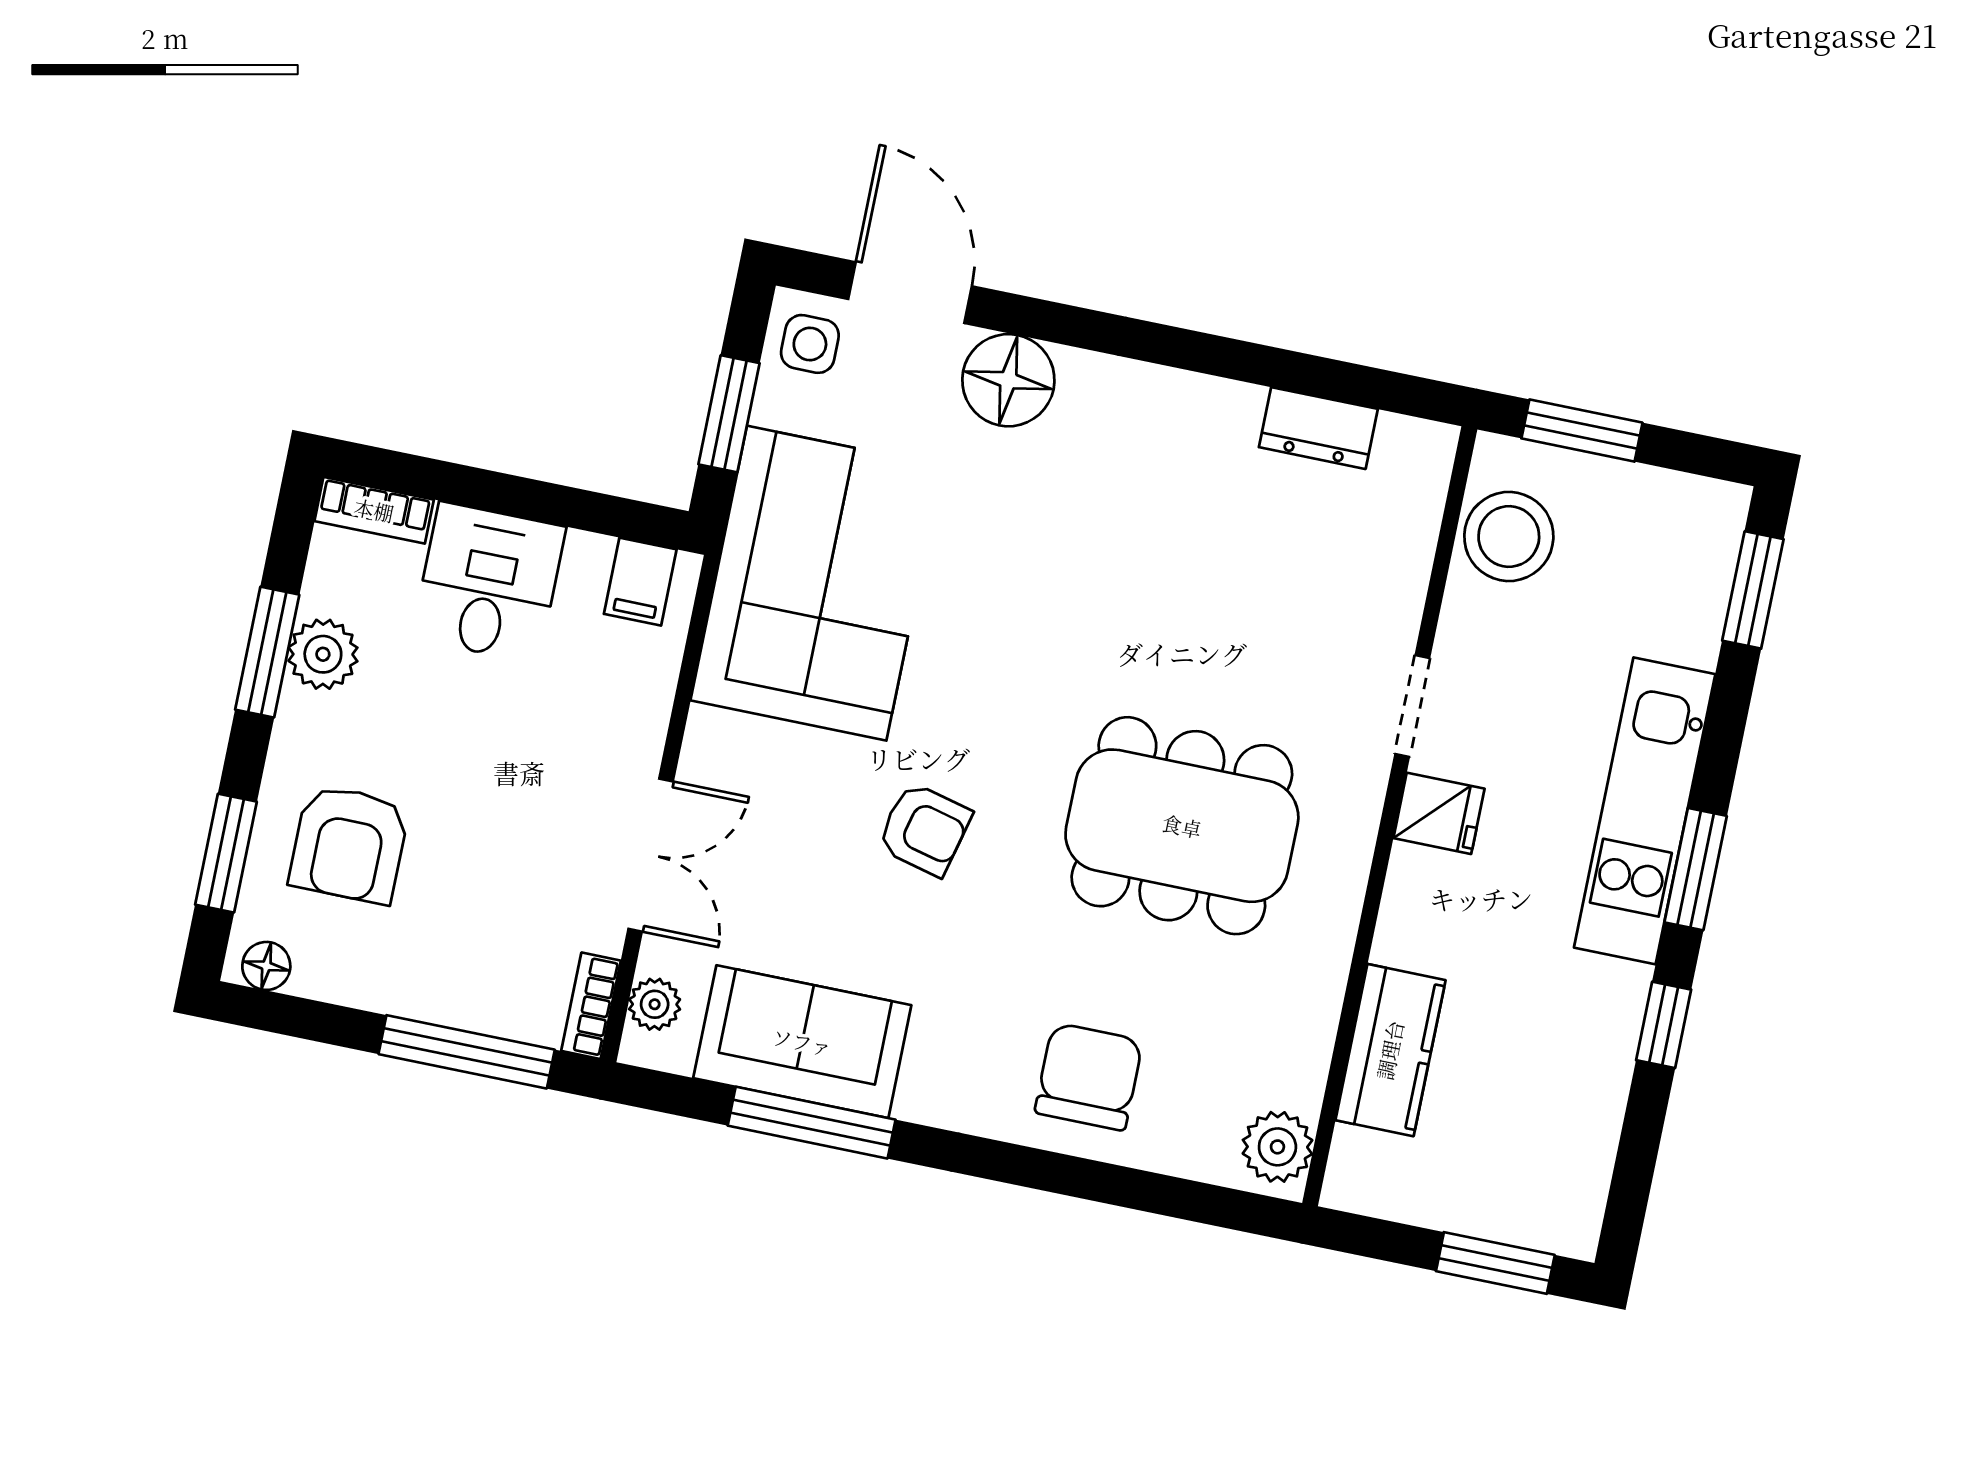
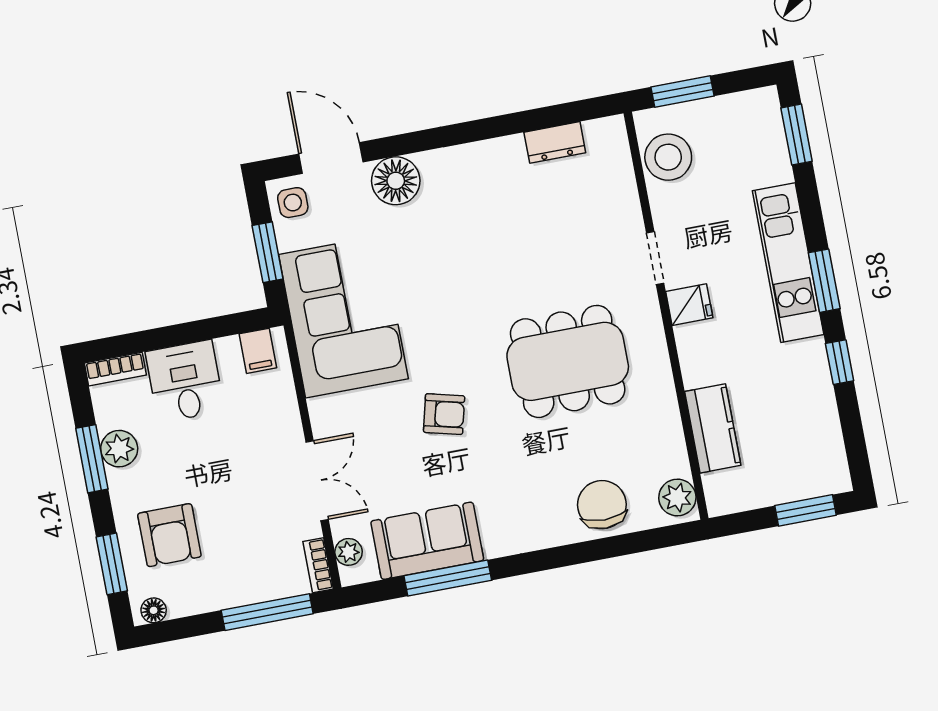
chair: (1089, 1077) -> (602, 505), moved

